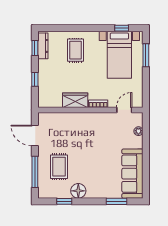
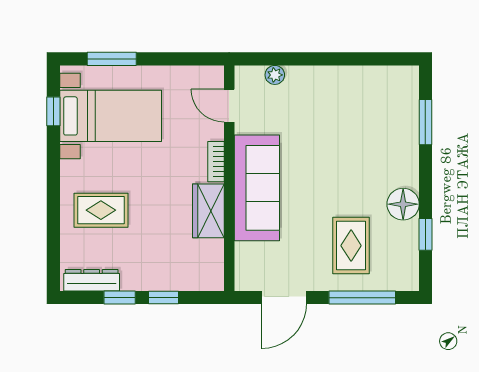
window: (35, 48) -> (120, 298), moved
rug: (59, 167) -> (351, 246), turned 90
sofa: (132, 174) -> (257, 188), moved, turned -90

